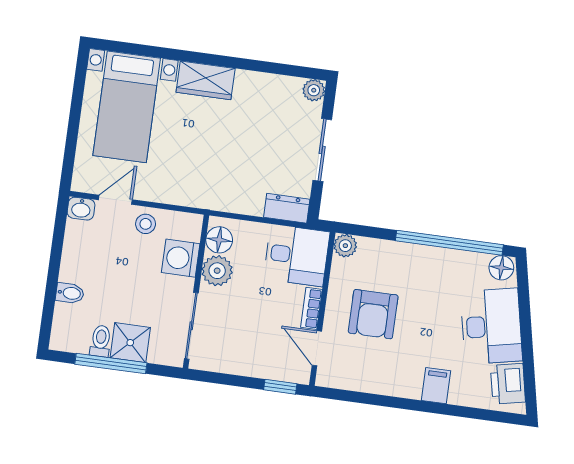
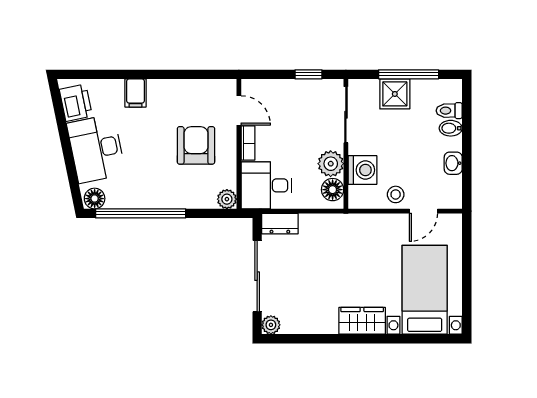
sliding door: (322, 150) -> (257, 276), width x1.37
washbasin: (81, 209) -> (453, 163), moved, turned -90
toilet: (101, 341) -> (449, 111), moved, turned 90
window: (280, 387) -> (308, 74), moved

